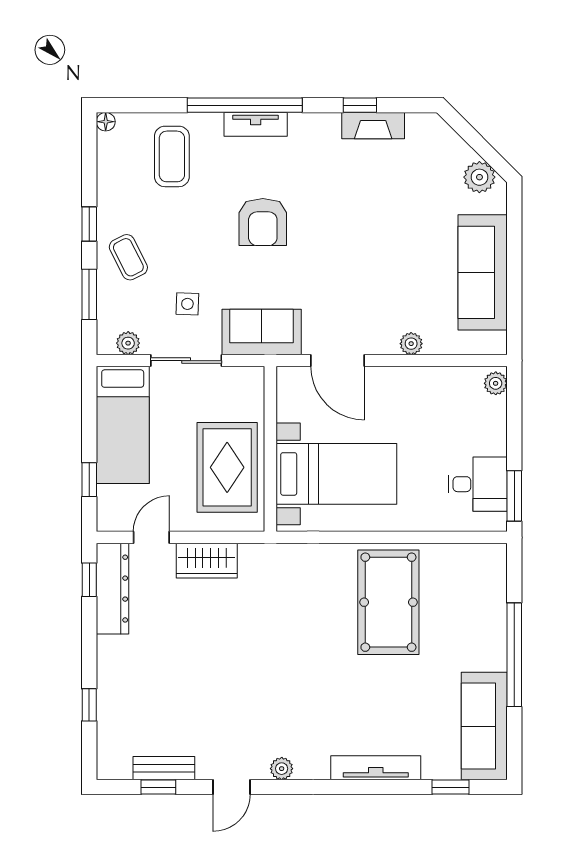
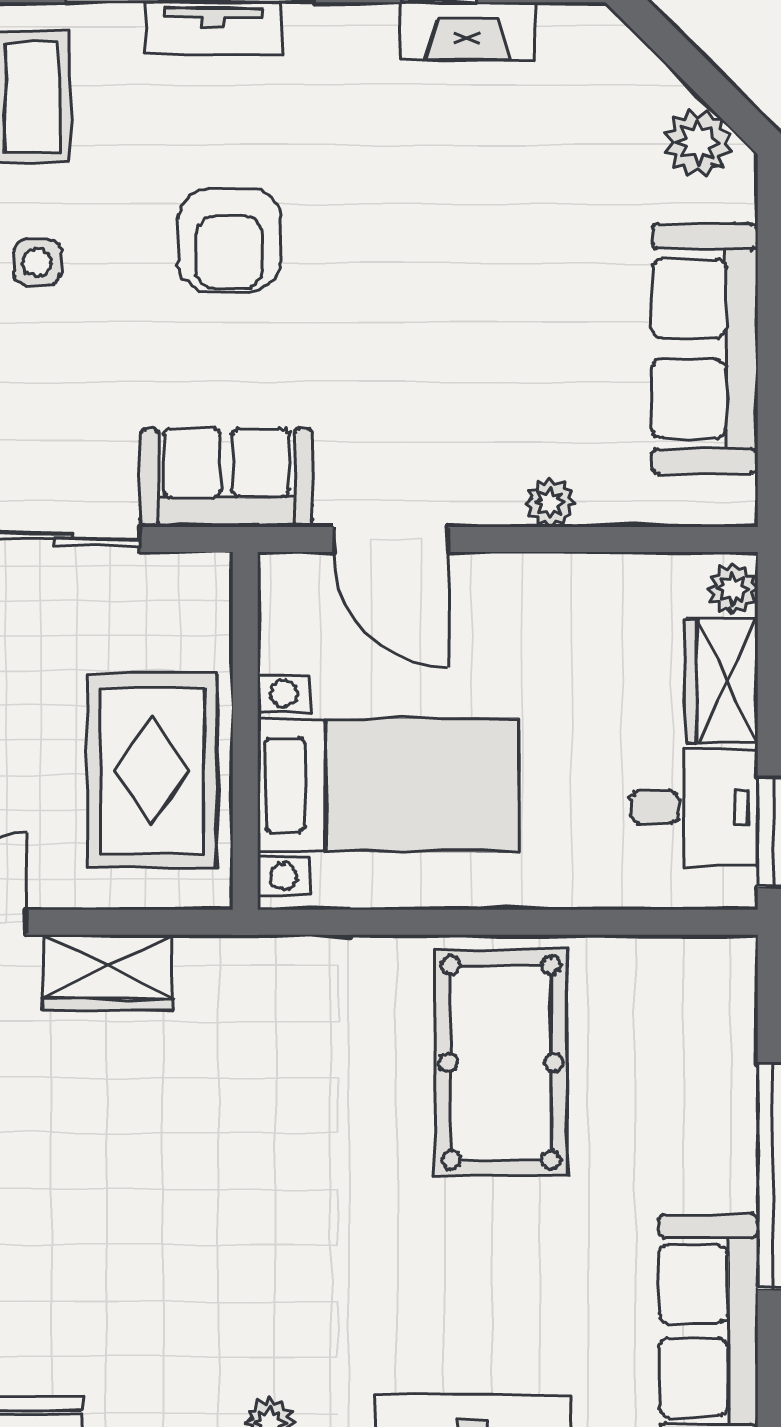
side table: (187, 304) -> (37, 262), moved
wardrobe: (491, 426) -> (722, 681), added

